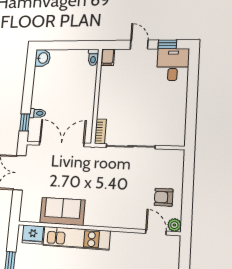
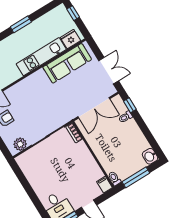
window: (71, 45) -> (136, 177), added
plant: (167, 158) -> (20, 144), added
sofa: (62, 211) -> (67, 63), width x1.36

